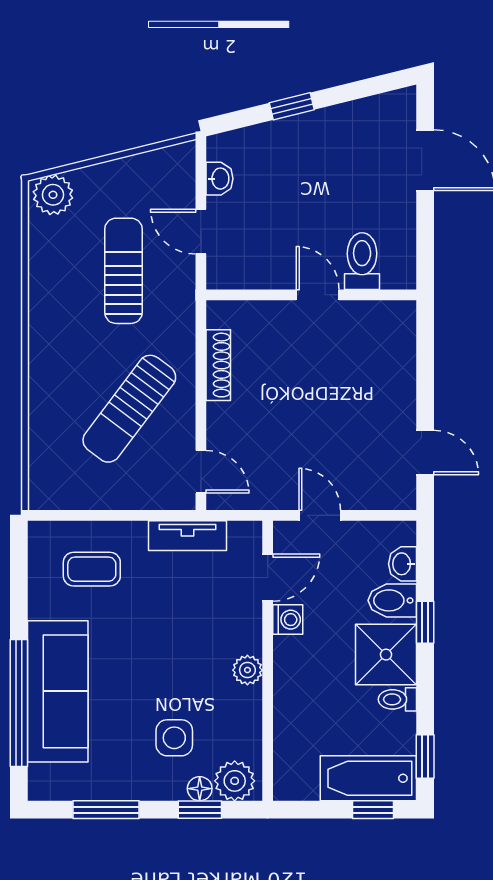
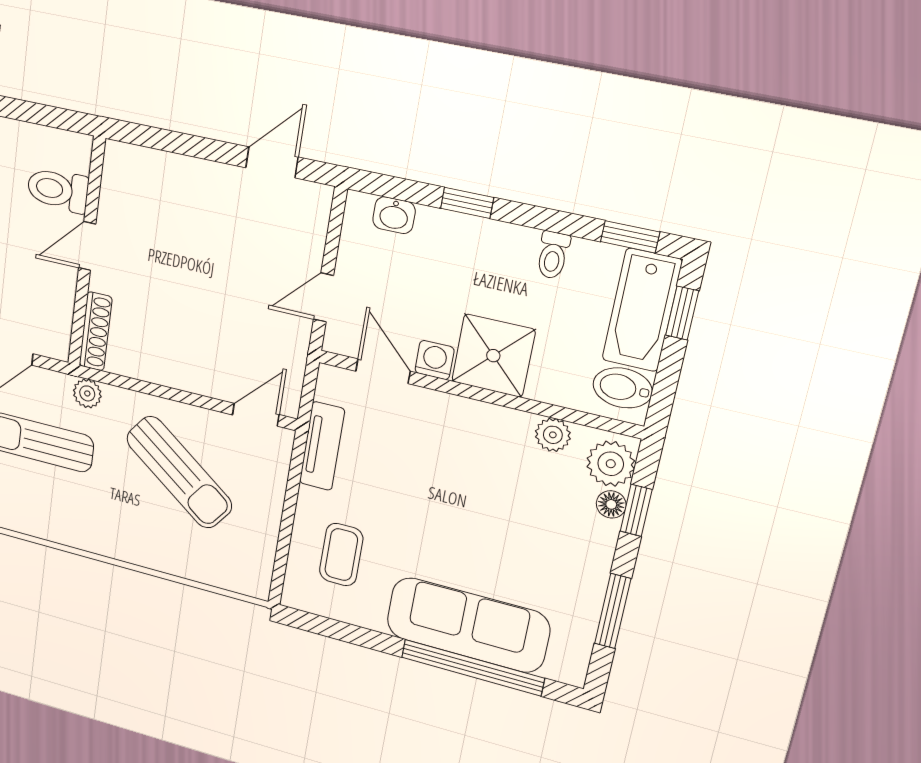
plant: (182, 311) -> (87, 393), added
shoe rack: (218, 365) -> (96, 331), moved, turned 90
bidet: (392, 600) -> (623, 388), moved, turned 90
shower: (386, 655) -> (493, 356), moved
plant: (247, 670) -> (553, 435), moved
side table: (174, 738) -> (546, 517), removed

